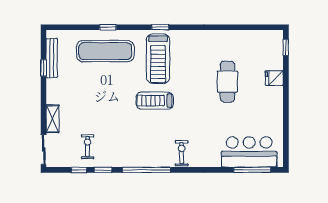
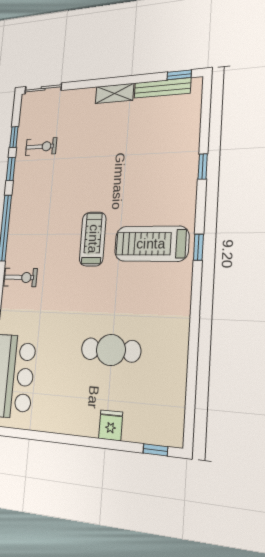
exercise mat: (105, 51) -> (167, 164), removed
window: (44, 68) -> (179, 75), moved
shelving: (53, 119) -> (115, 93), moved

